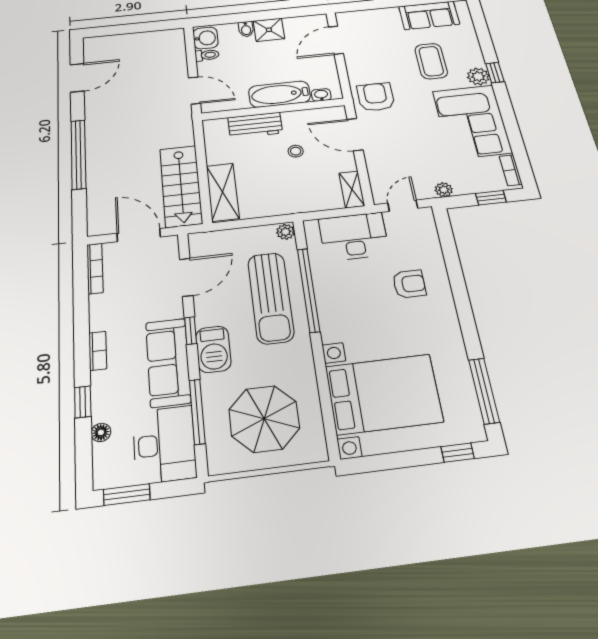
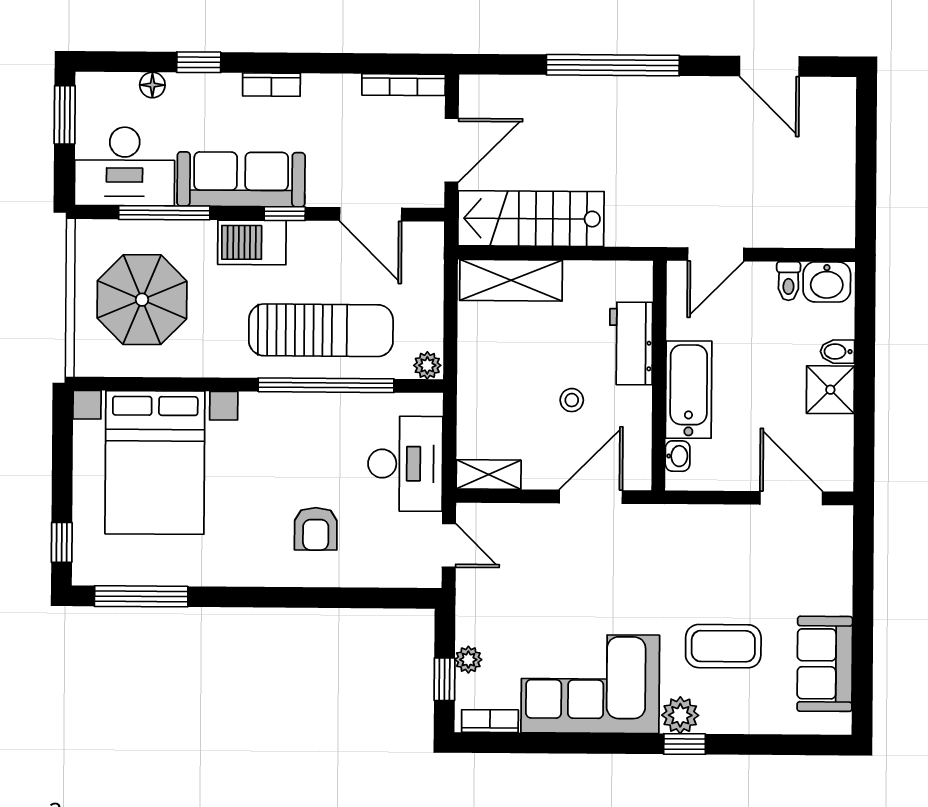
armchair: (376, 97) -> (661, 542), removed
plant: (444, 190) -> (468, 660), moved
sun lounger: (271, 298) -> (321, 330), turned 180

